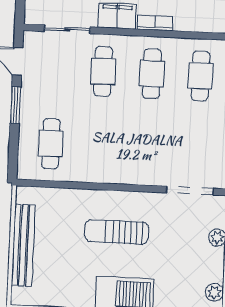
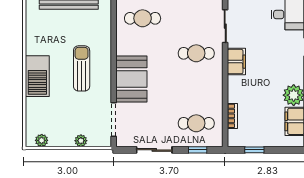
bookcase: (155, 23) -> (232, 116), moved
cafe table: (152, 74) -> (196, 88), removed
booth: (135, 163) -> (131, 79), added

